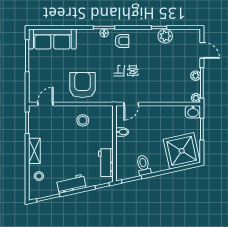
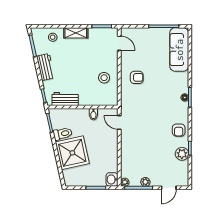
armchair: (122, 41) -> (179, 130), moved
armchair: (82, 85) -> (137, 77), width x0.53, depth x0.53
shower: (182, 151) -> (72, 153), moved

